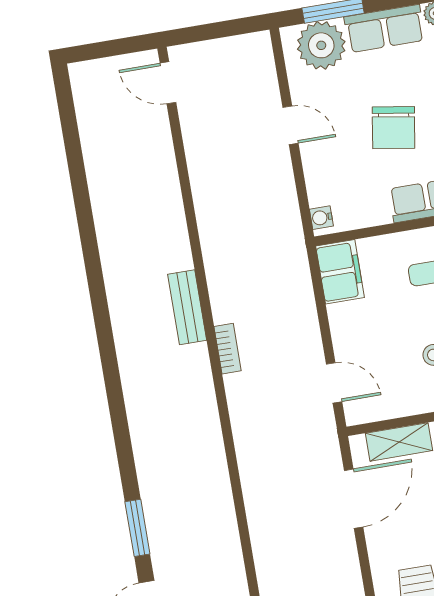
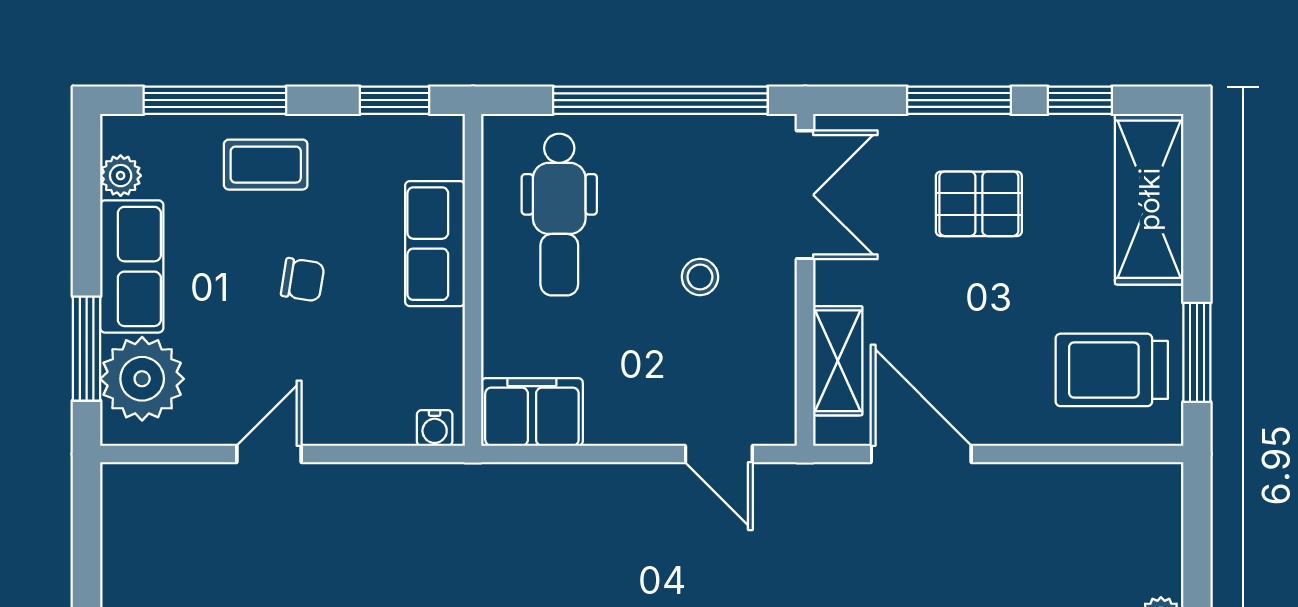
chair: (394, 128) -> (303, 280), width x0.54, depth x0.54
door: (334, 383) -> (719, 454), swing flipped

